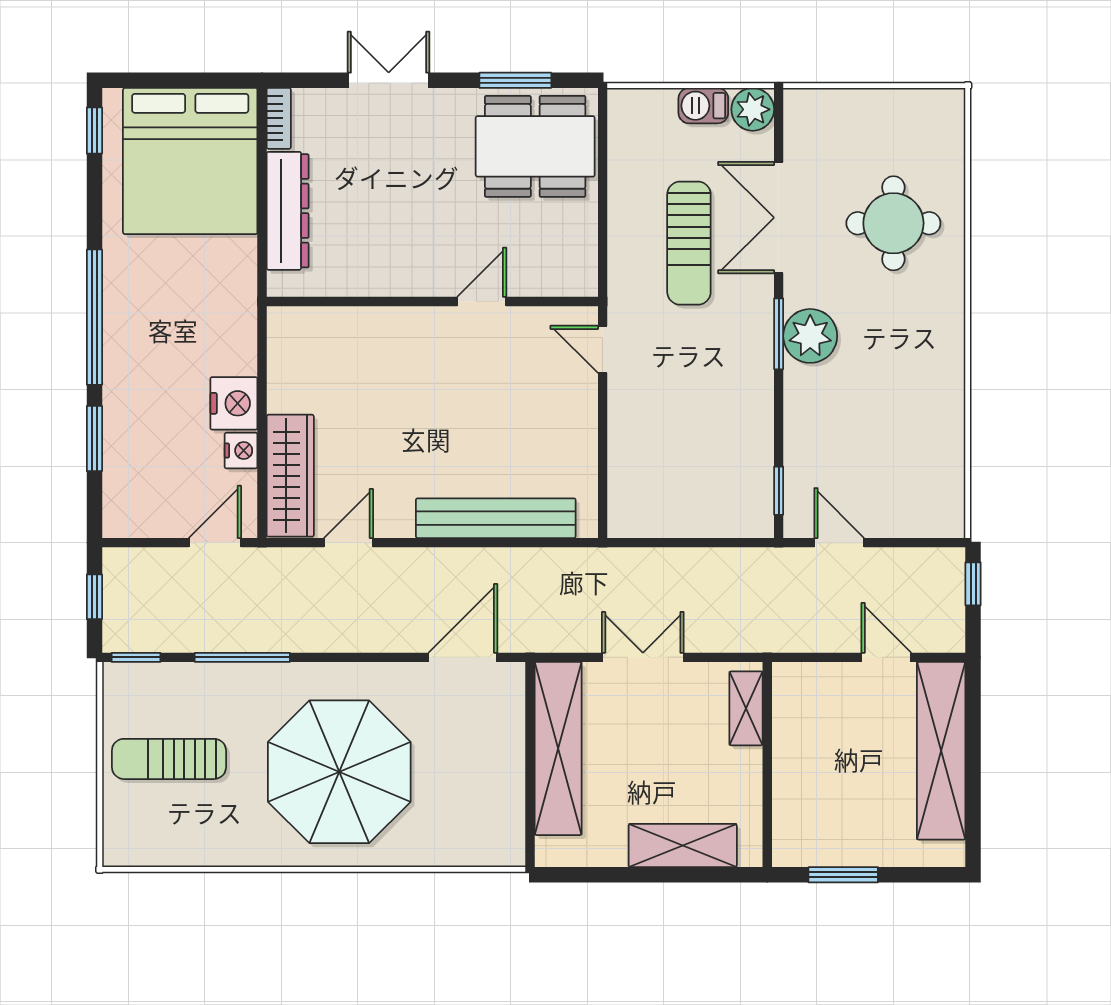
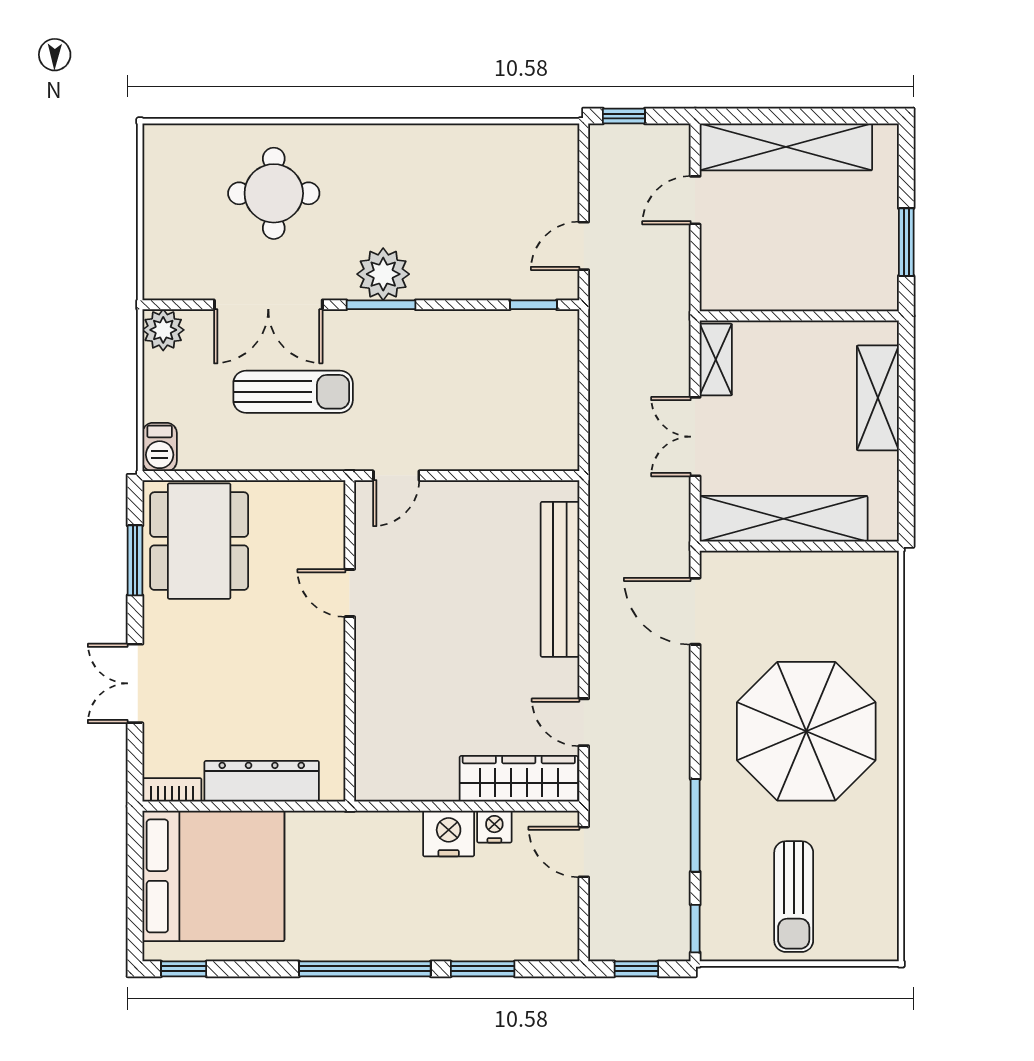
barbecue: (703, 106) -> (160, 447), moved
shelving: (746, 708) -> (716, 360), moved, turned 90

